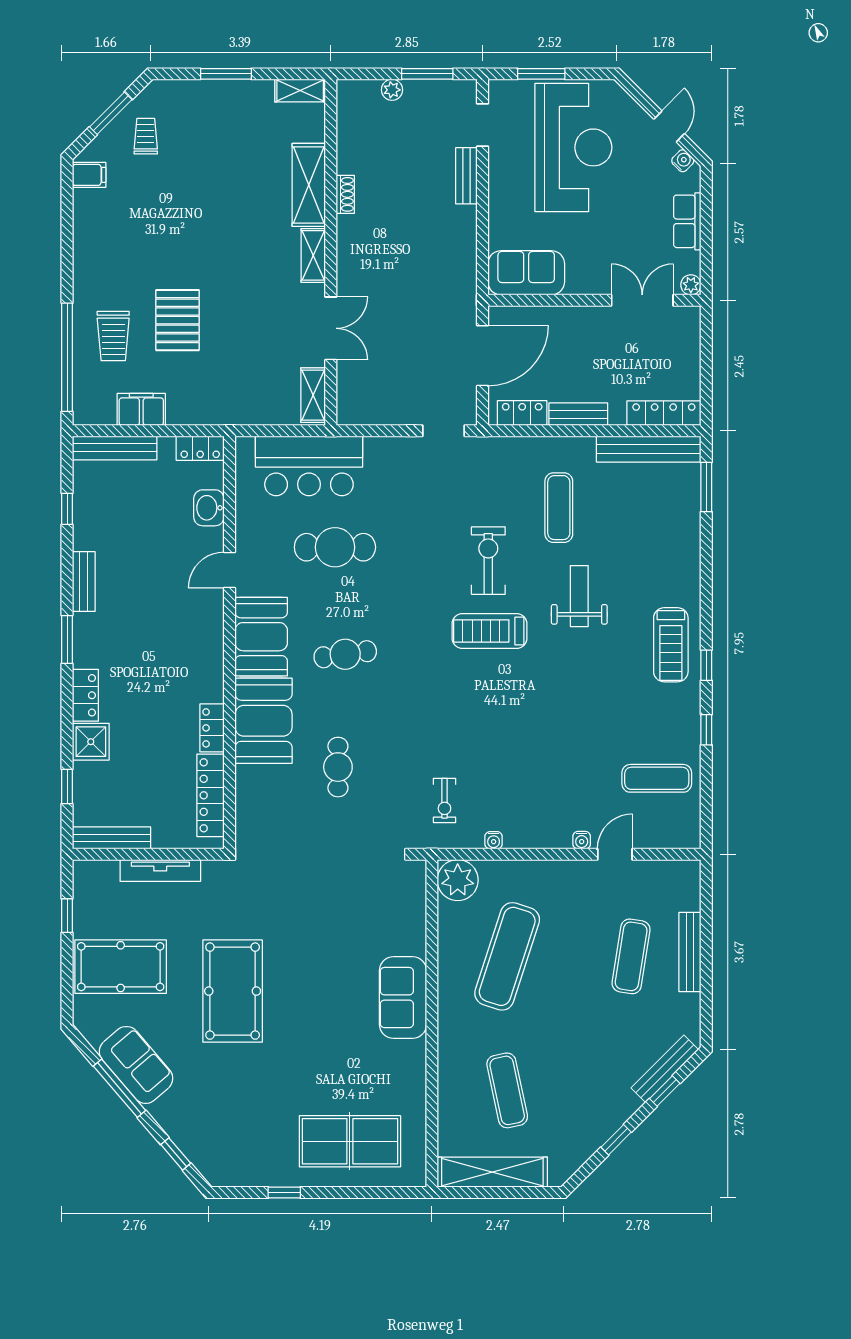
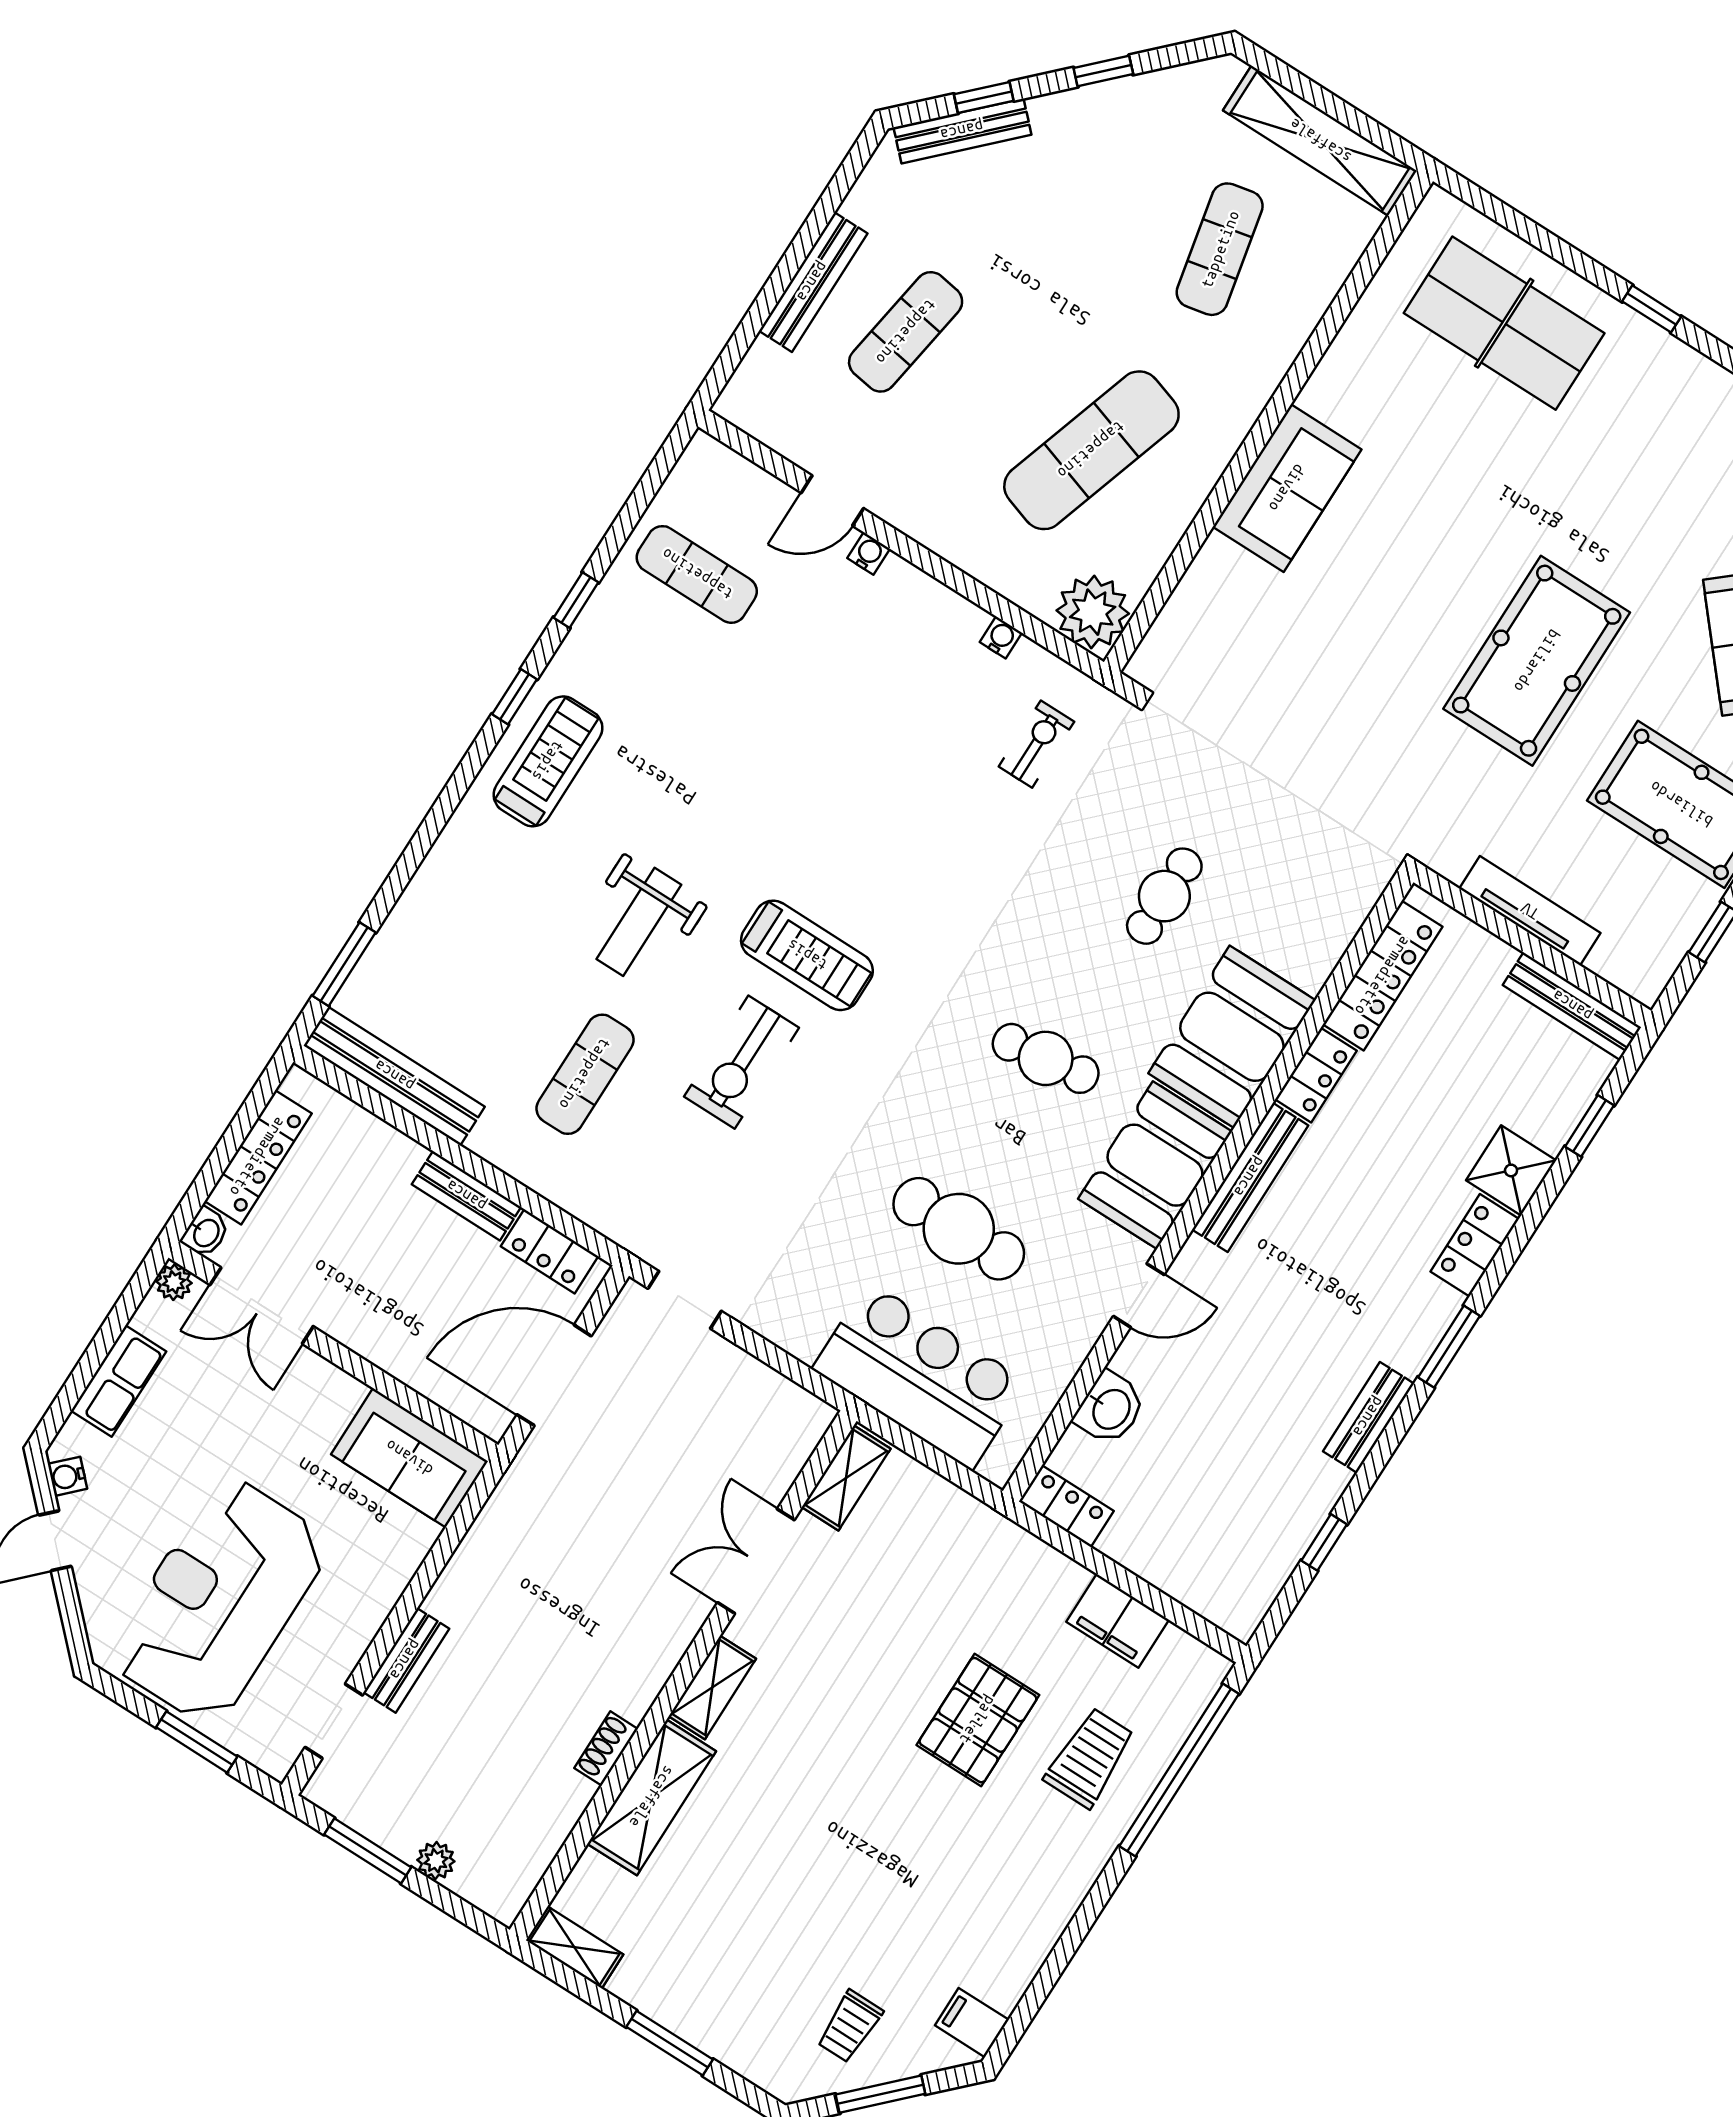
washbasin: (691, 318) -> (205, 1233), added
locker: (664, 413) -> (258, 1157), moved, turned -90
bench: (115, 448) -> (1250, 1177), moved, turned 90

